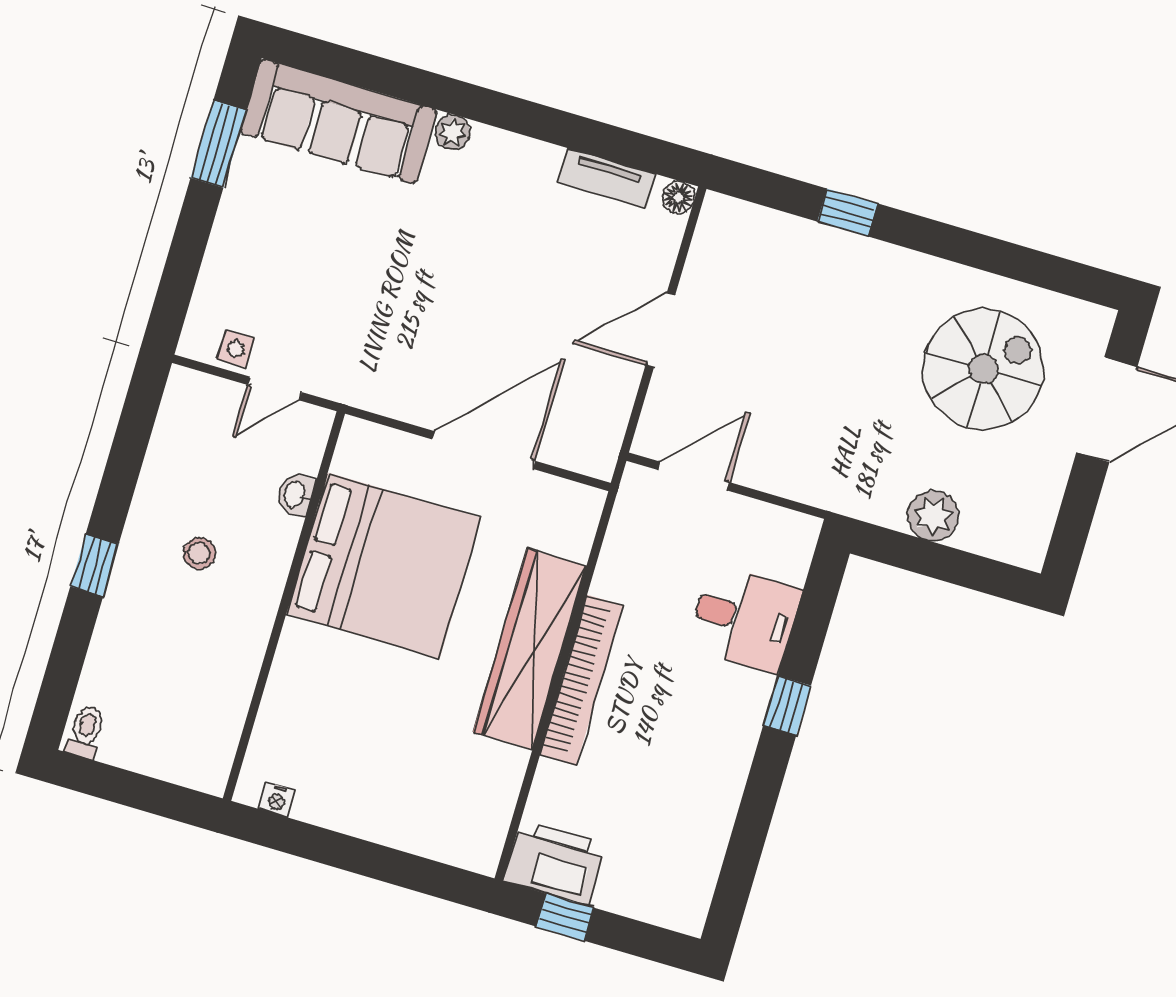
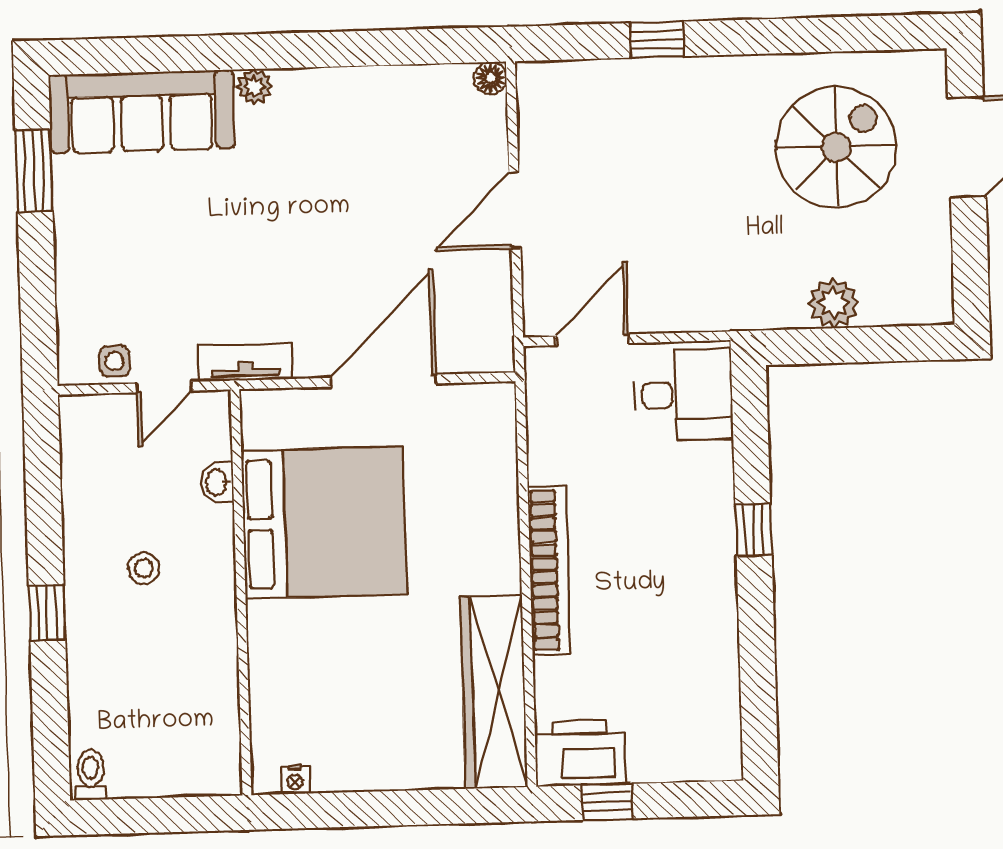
tv unit: (607, 178) -> (245, 363), moved, turned 180
desk: (744, 619) -> (684, 395), moved
wardrobe: (530, 649) -> (494, 692), moved

